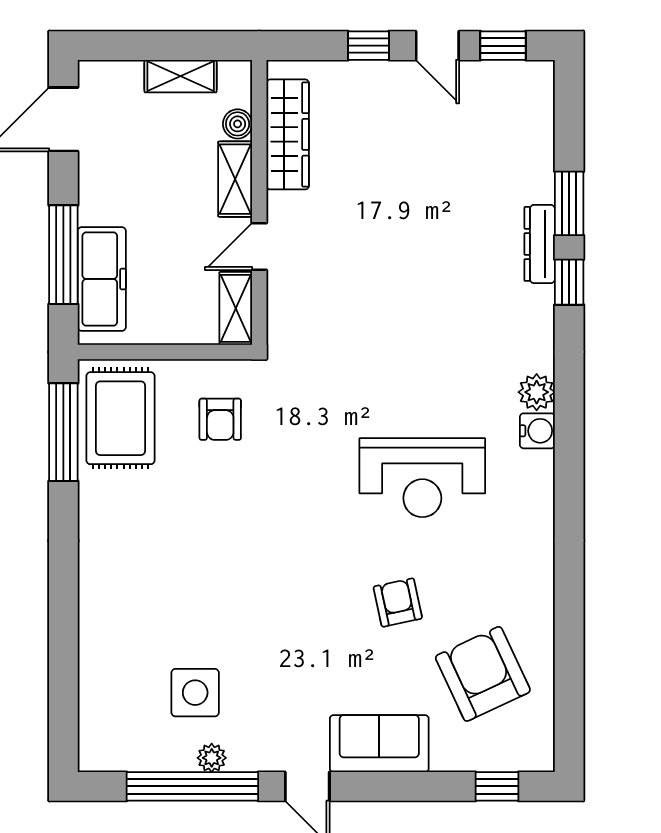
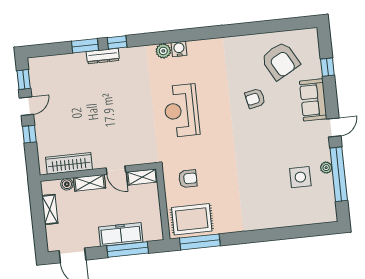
freezer: (102, 279) -> (121, 234), moved
reception desk: (422, 478) -> (181, 111), moved, turned 180
armchair: (483, 674) -> (280, 61), turned -94
window: (497, 786) -> (327, 67), moved

